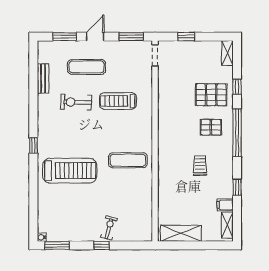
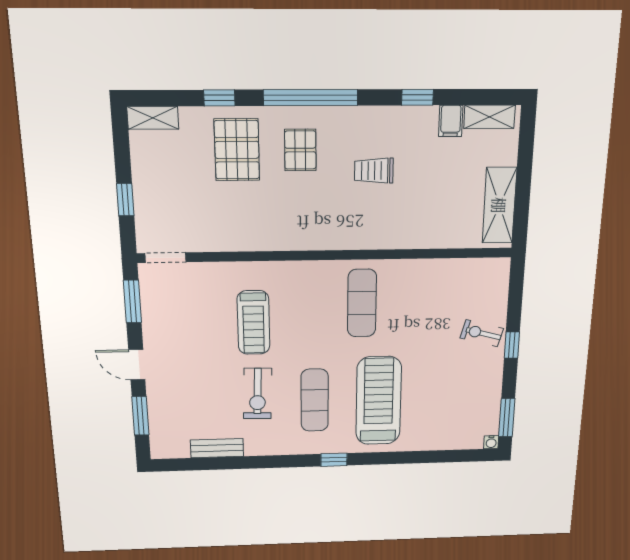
exercise mat: (87, 67) -> (315, 400), moved

